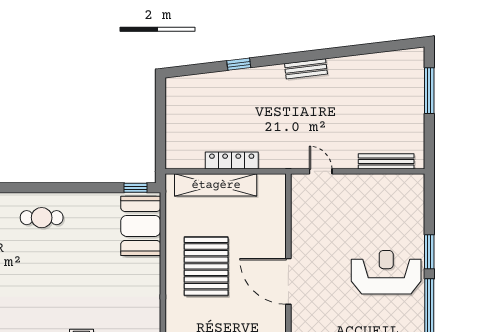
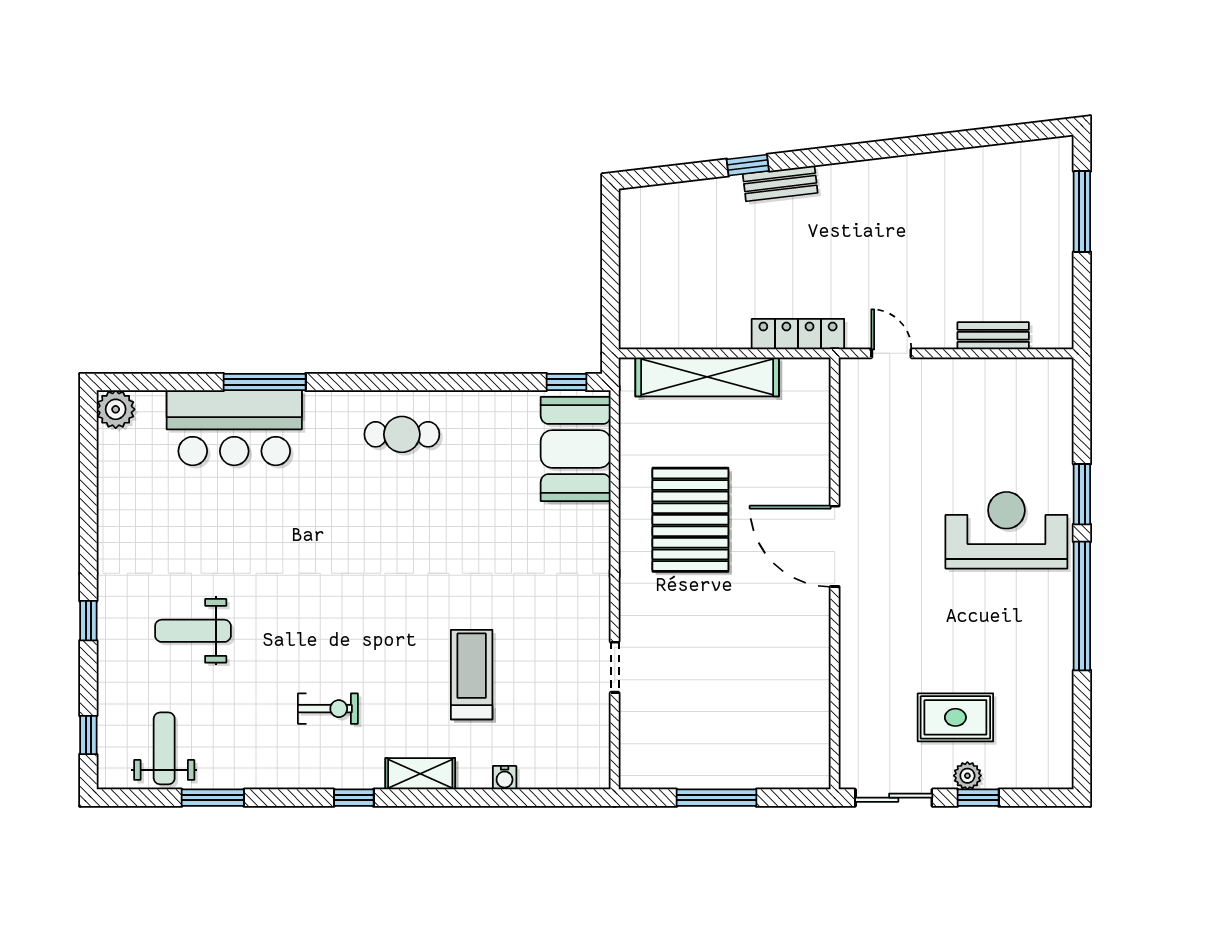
bench: (306, 69) -> (780, 183), moved
locker: (232, 161) -> (798, 334), moved
bench: (386, 161) -> (993, 336), width x0.73

